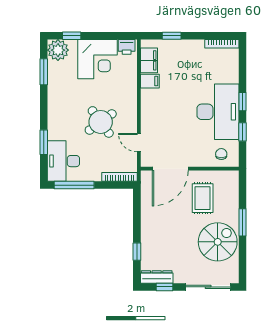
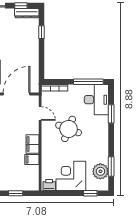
plant: (58, 50) -> (100, 171), moved
filing cabinet: (149, 60) -> (33, 144), moved
round table: (101, 122) -> (69, 129), turned -33

